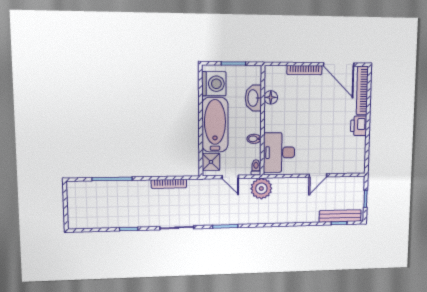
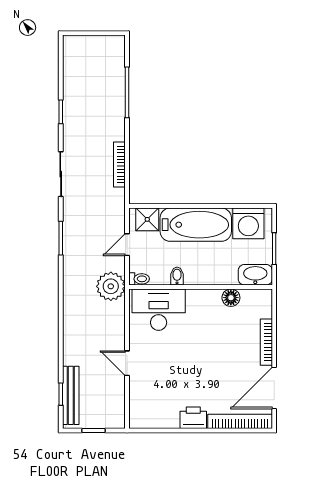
washbasin: (253, 98) -> (255, 275), moved

